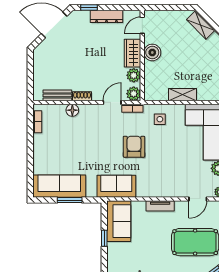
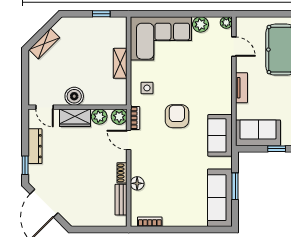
armchair: (134, 147) -> (177, 116), turned 90

